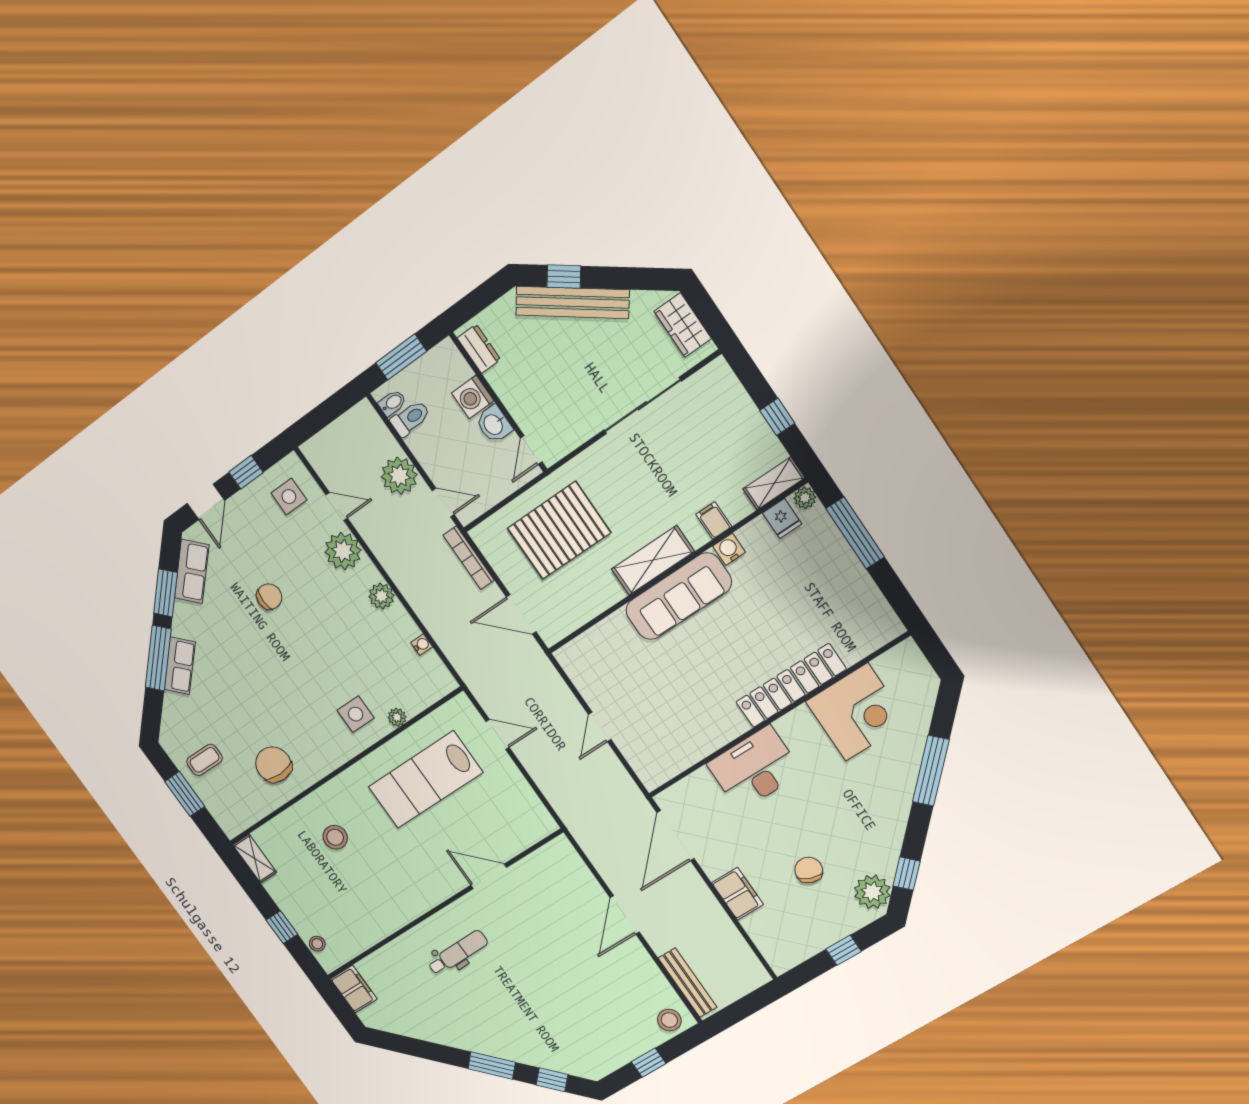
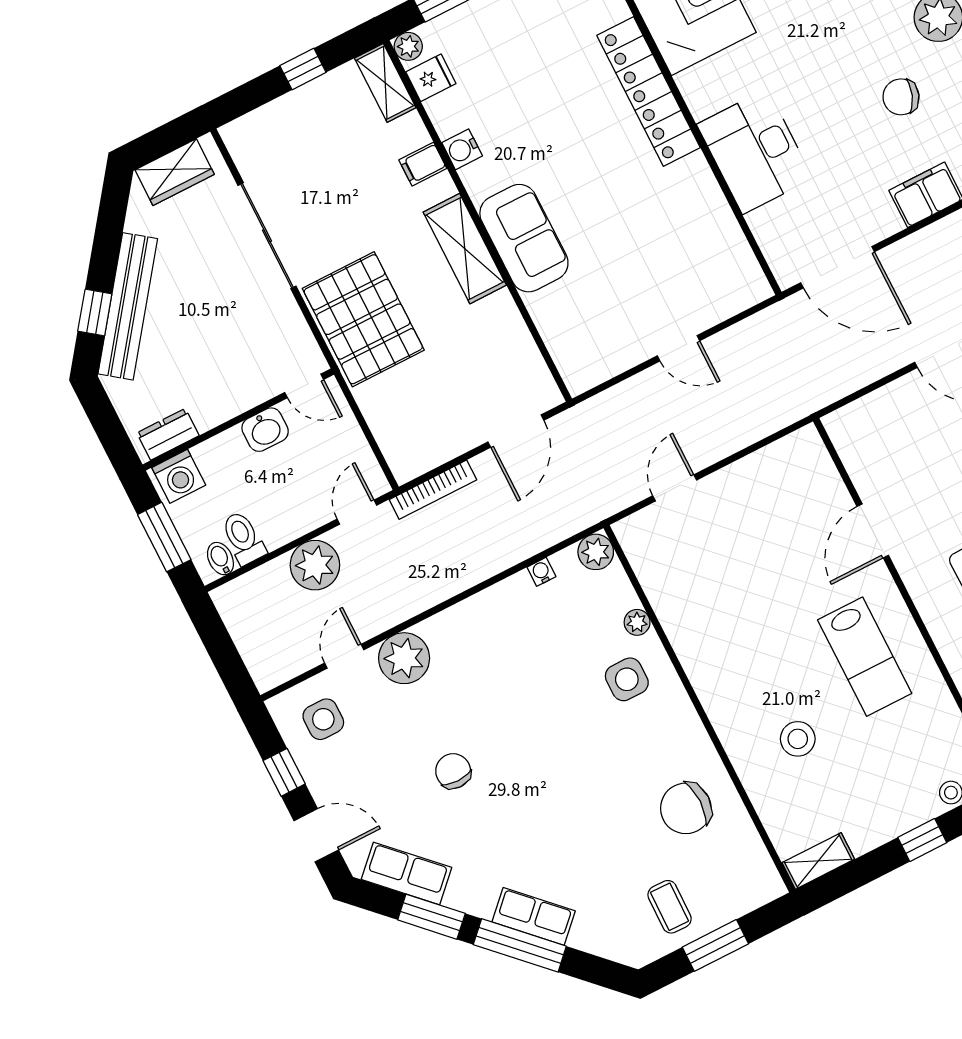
washing machine: (473, 397) -> (179, 476), moved
pallet: (559, 530) -> (363, 319), moved
plant: (381, 596) -> (596, 552), moved
sofa: (679, 596) -> (524, 238), width x0.73
lab bench: (425, 780) -> (865, 657), moved, width x0.73, depth x0.72

